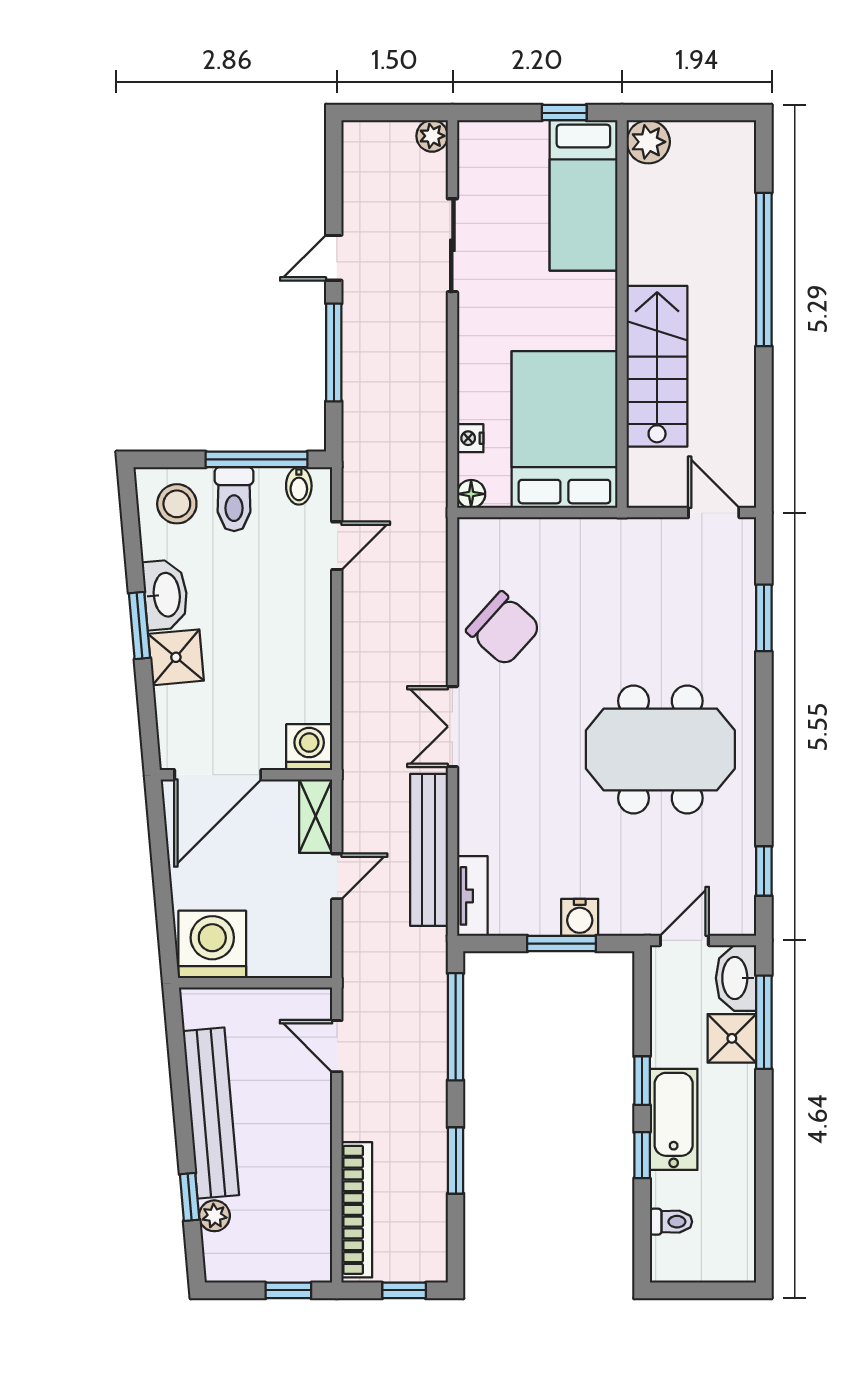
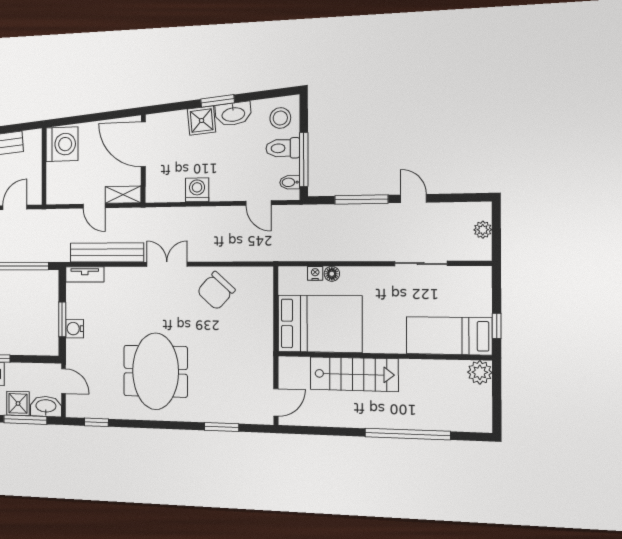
plant: (432, 136) -> (483, 230), moved
floor lamp: (471, 494) -> (332, 274), moved
washing machine: (309, 747) -> (197, 190), moved, turned -90

